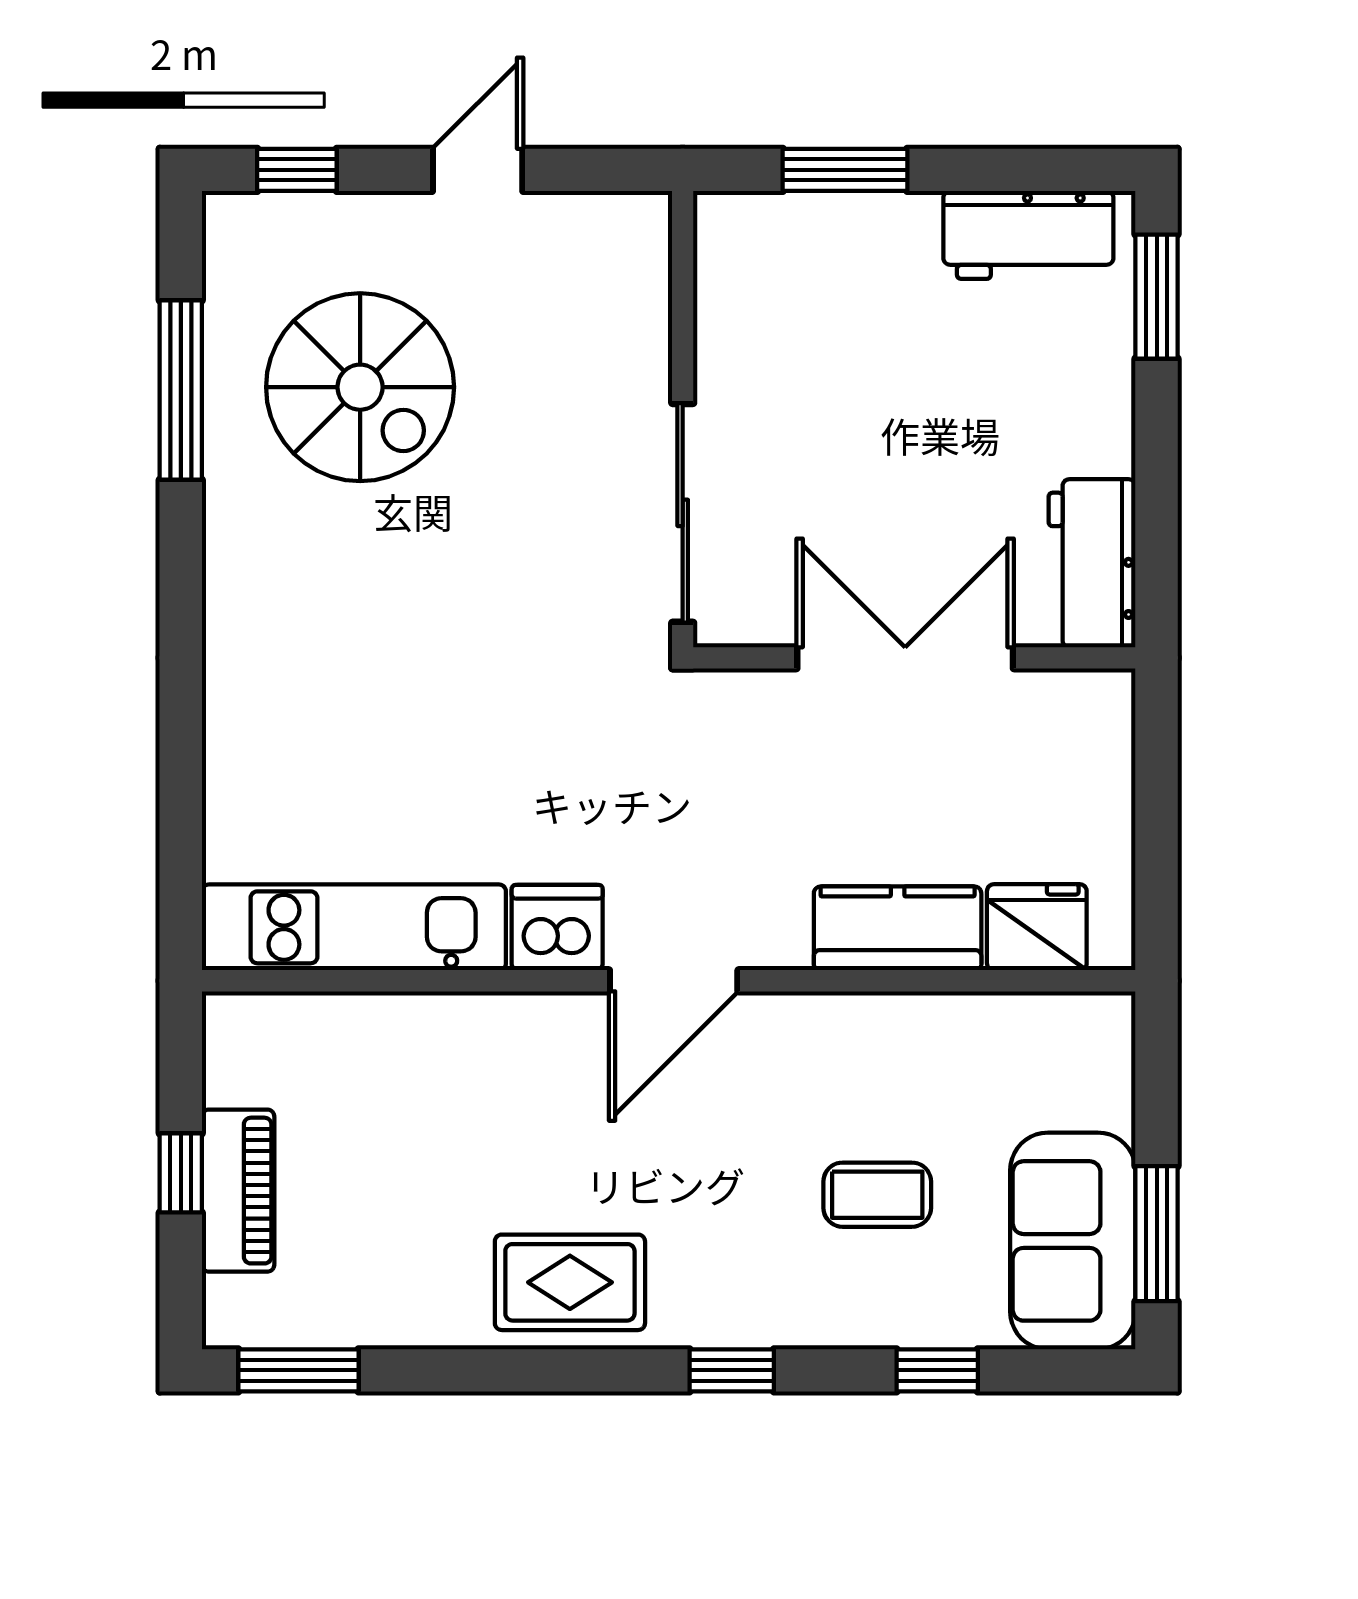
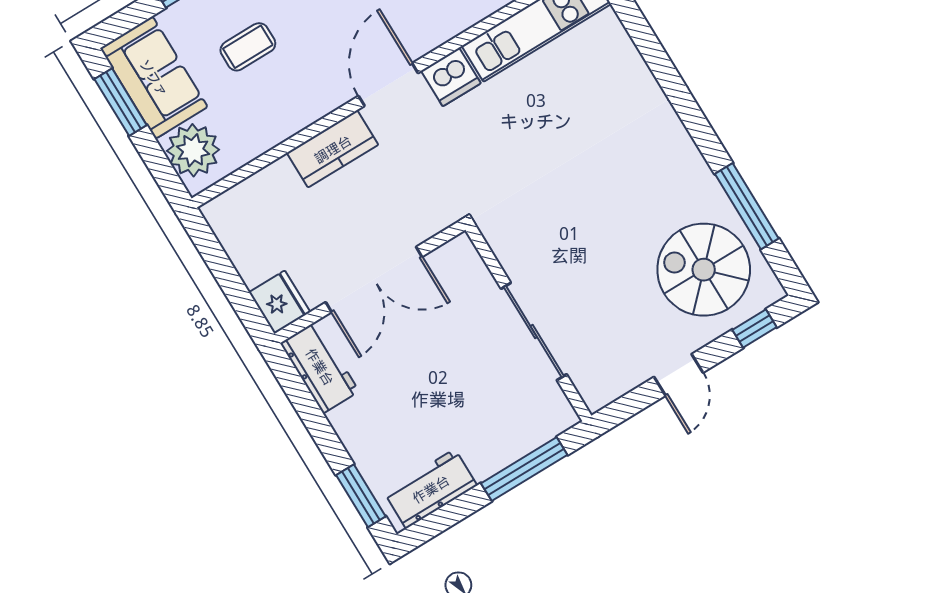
window: (845, 170) -> (524, 469), width x1.44
spiral stairs: (360, 387) -> (704, 270), moved
sliding door: (683, 513) -> (534, 332), moved
fridge: (1037, 927) -> (280, 302), moved, turned -90
kitchen counter: (898, 928) -> (333, 149), moved
plant: (1082, 1073) -> (193, 150), added

